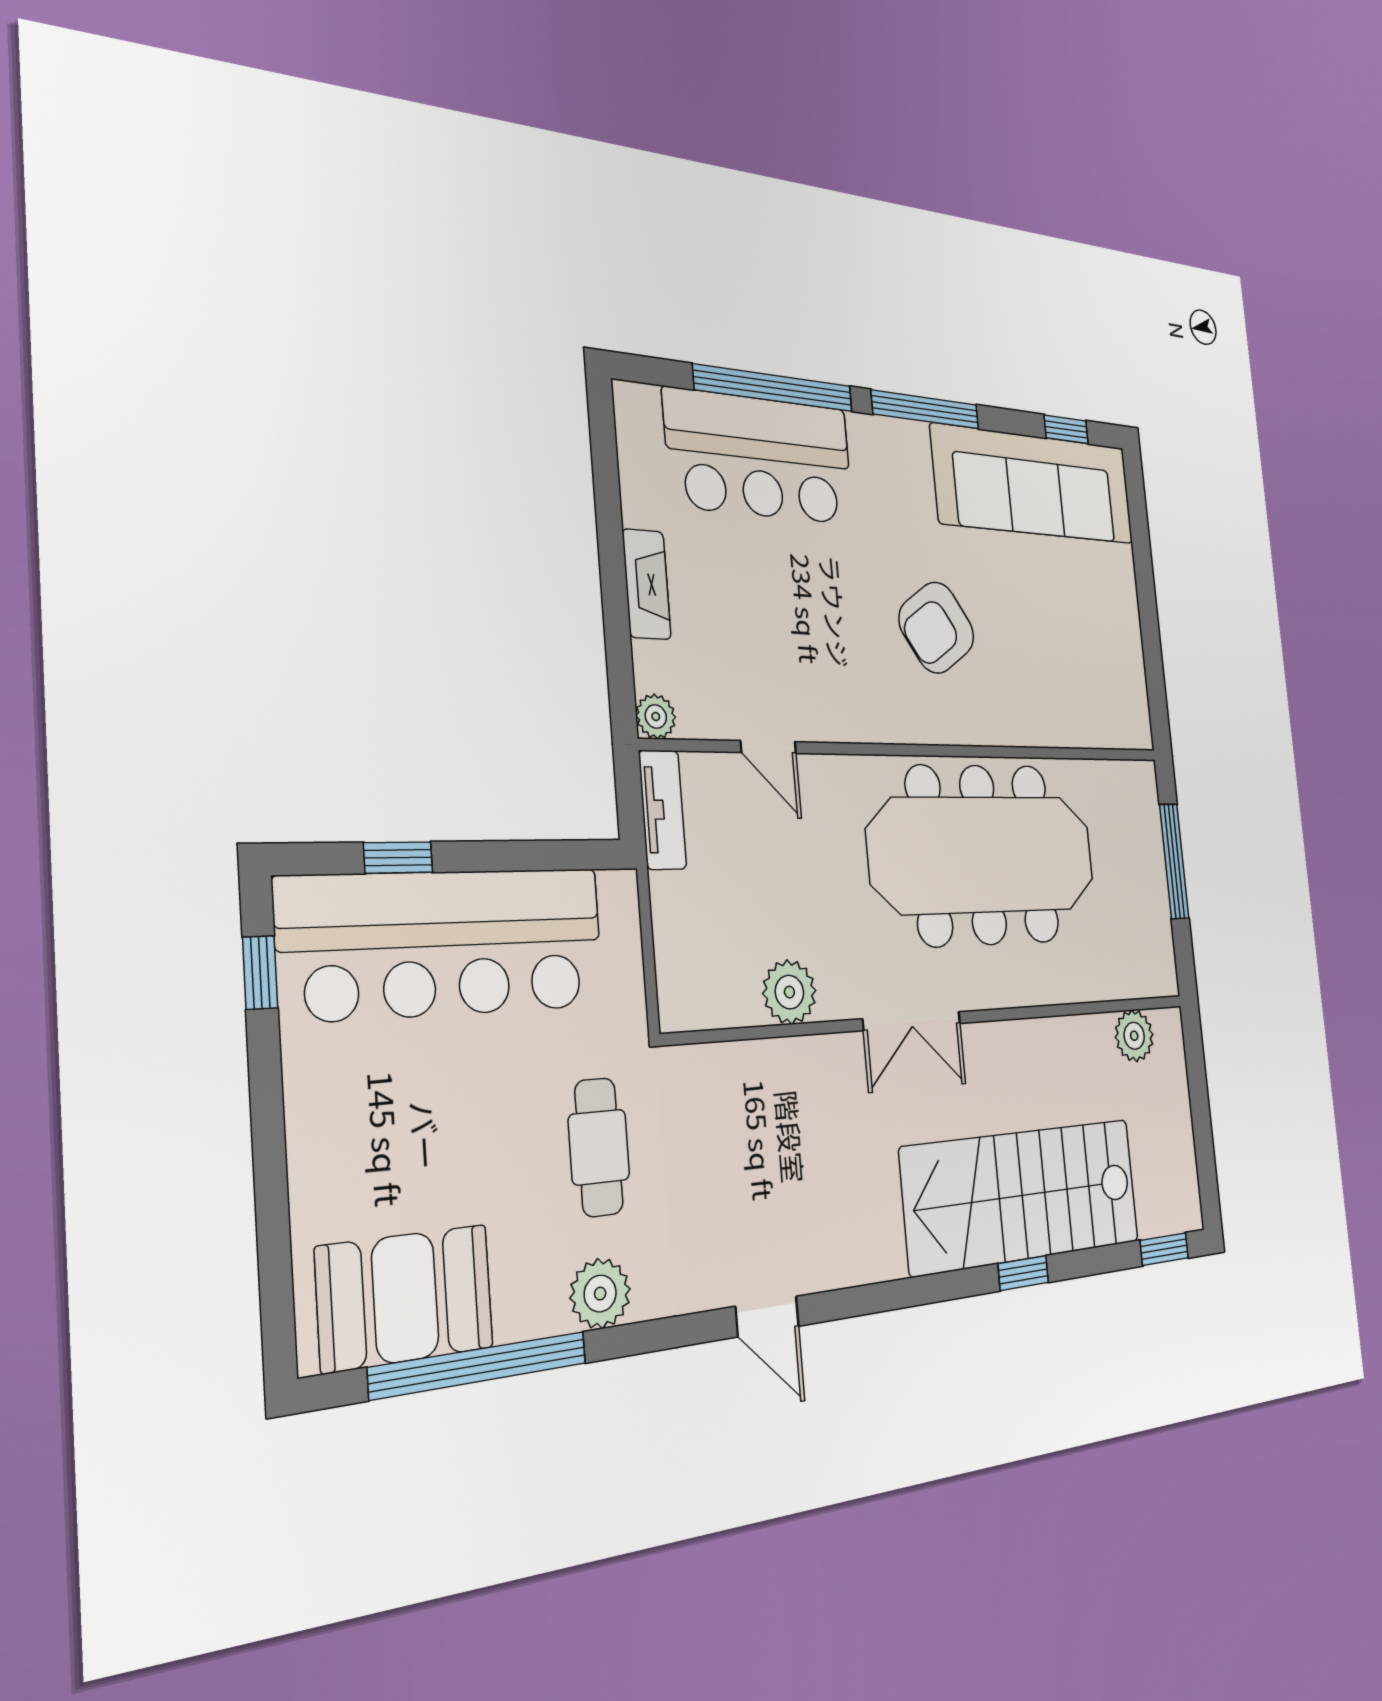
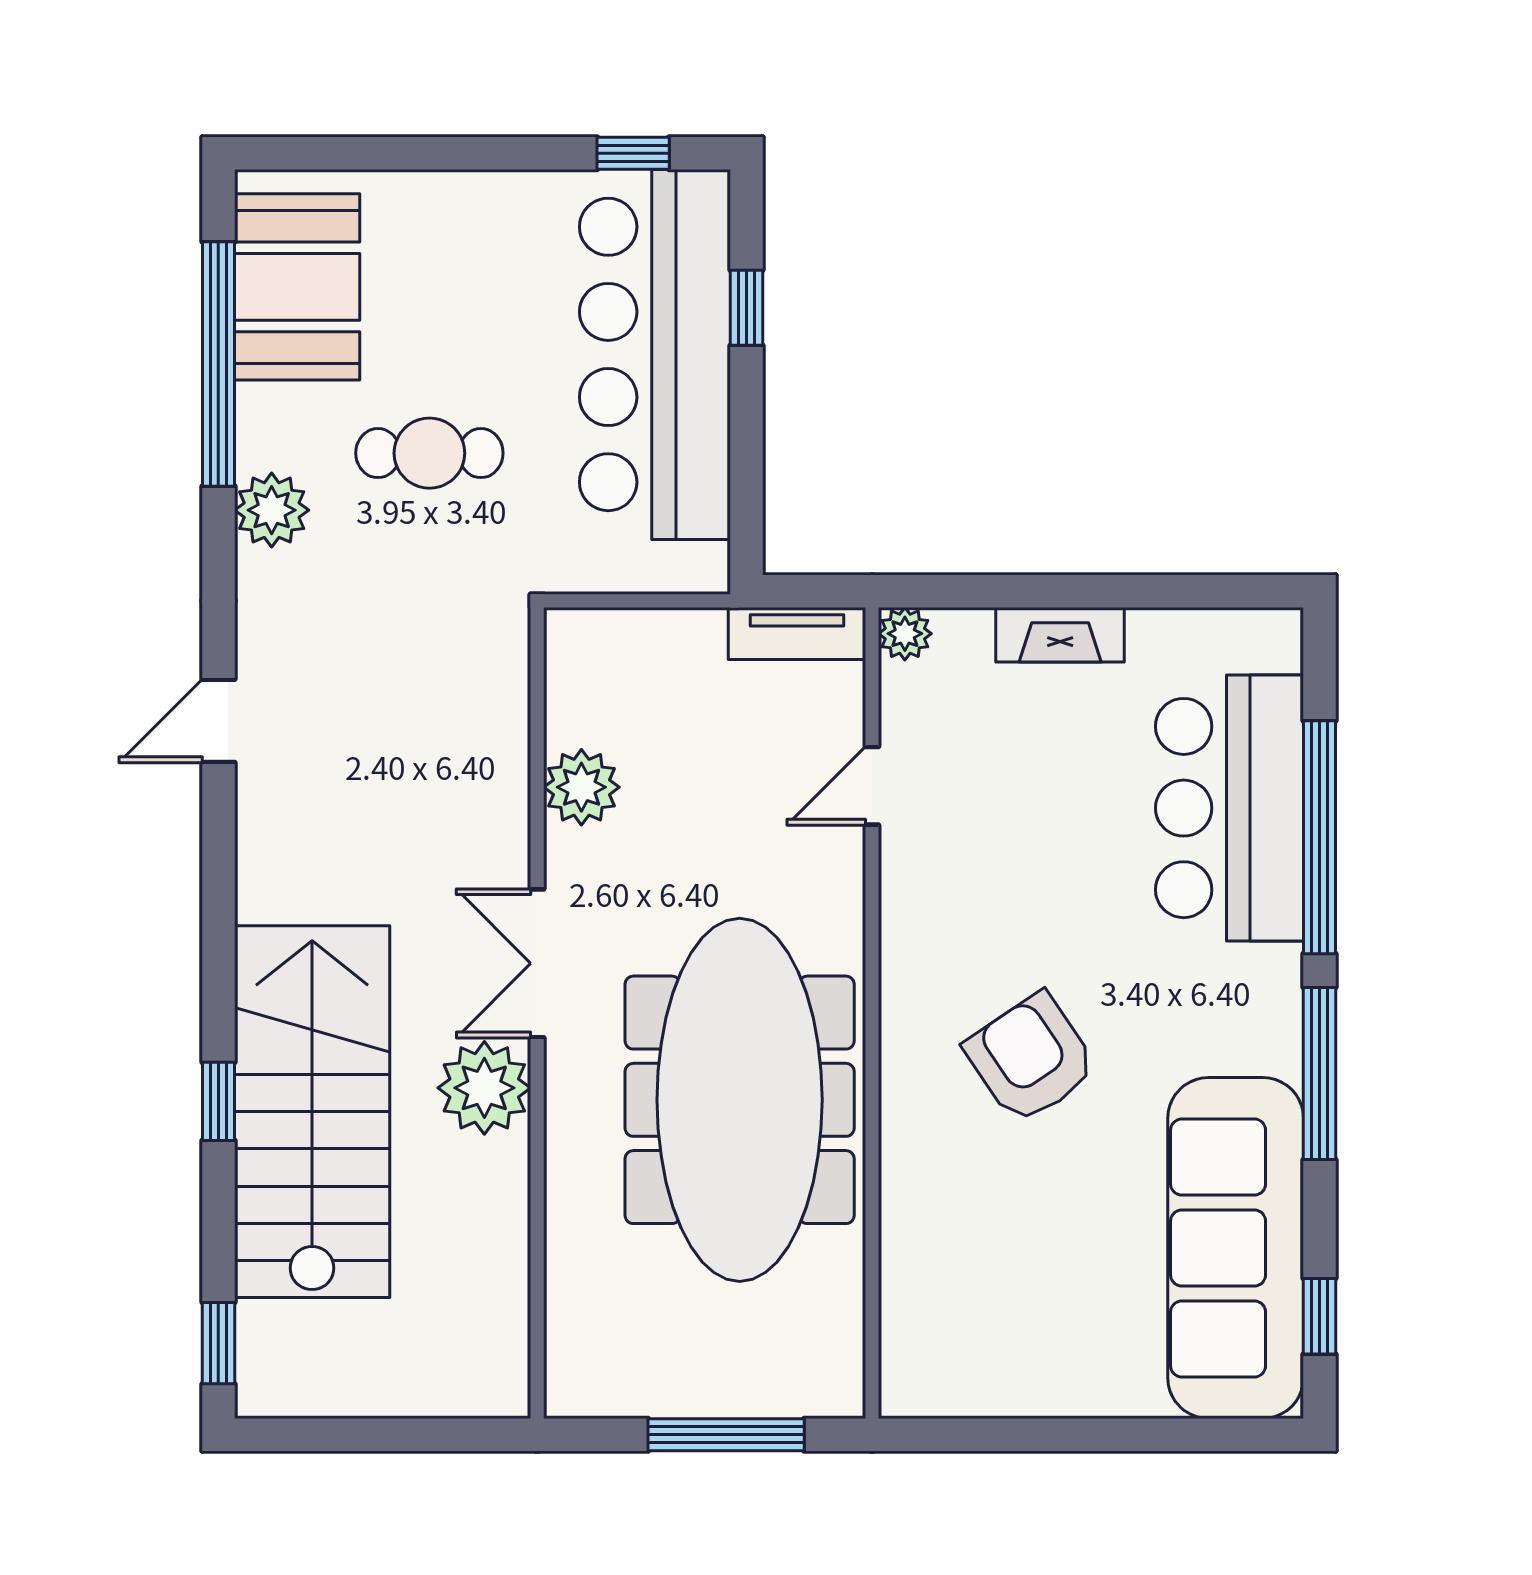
plant: (1134, 1036) -> (484, 1088), moved, width x1.36, depth x1.36
cafe table: (599, 1147) -> (429, 453), moved

